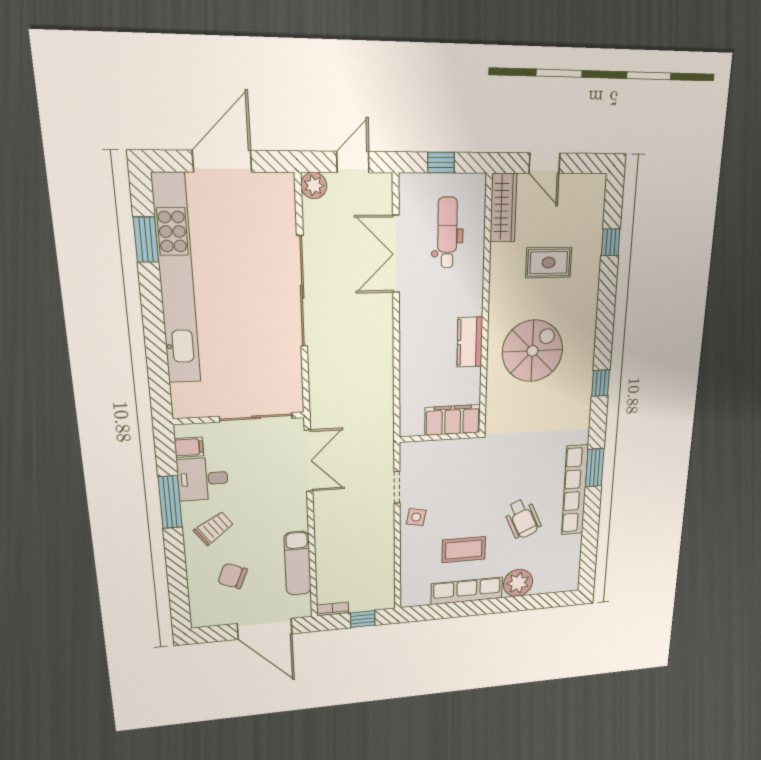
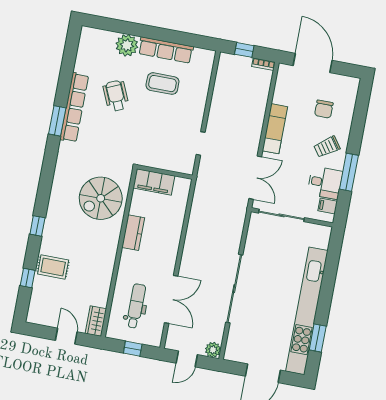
wardrobe: (503, 208) -> (96, 321), width x0.67
dental chair: (447, 233) -> (136, 306), turned 180
rug: (549, 263) -> (53, 267), moved
spiral stairs: (533, 351) -> (101, 198), moved
window: (601, 383) -> (37, 226), moved
double door: (309, 461) -> (255, 178), swing flipped
side table: (416, 517) -> (192, 118), removed
exam couch: (298, 563) -> (275, 129), moved
chair: (233, 576) -> (324, 109), turned 68

